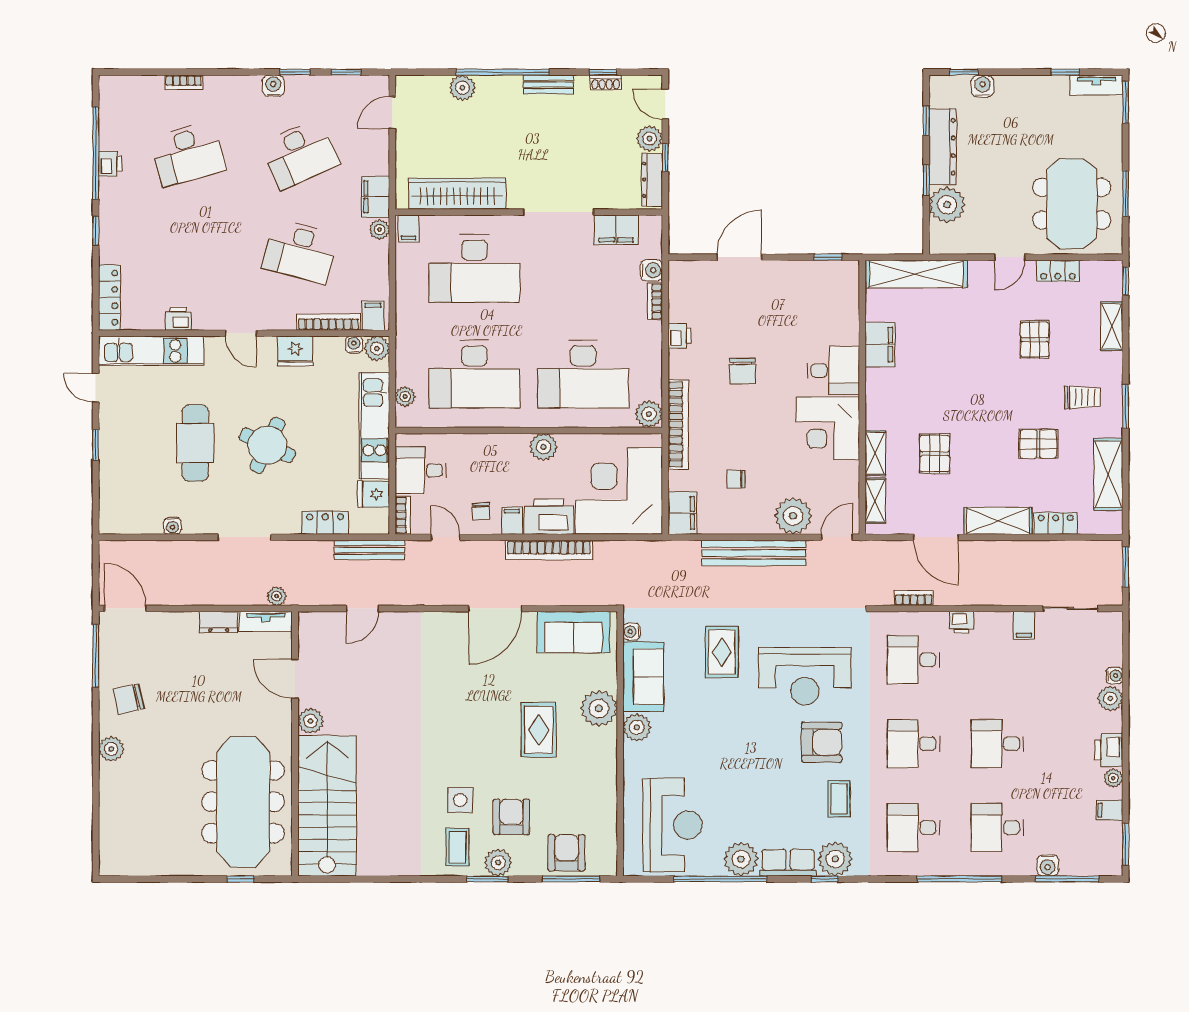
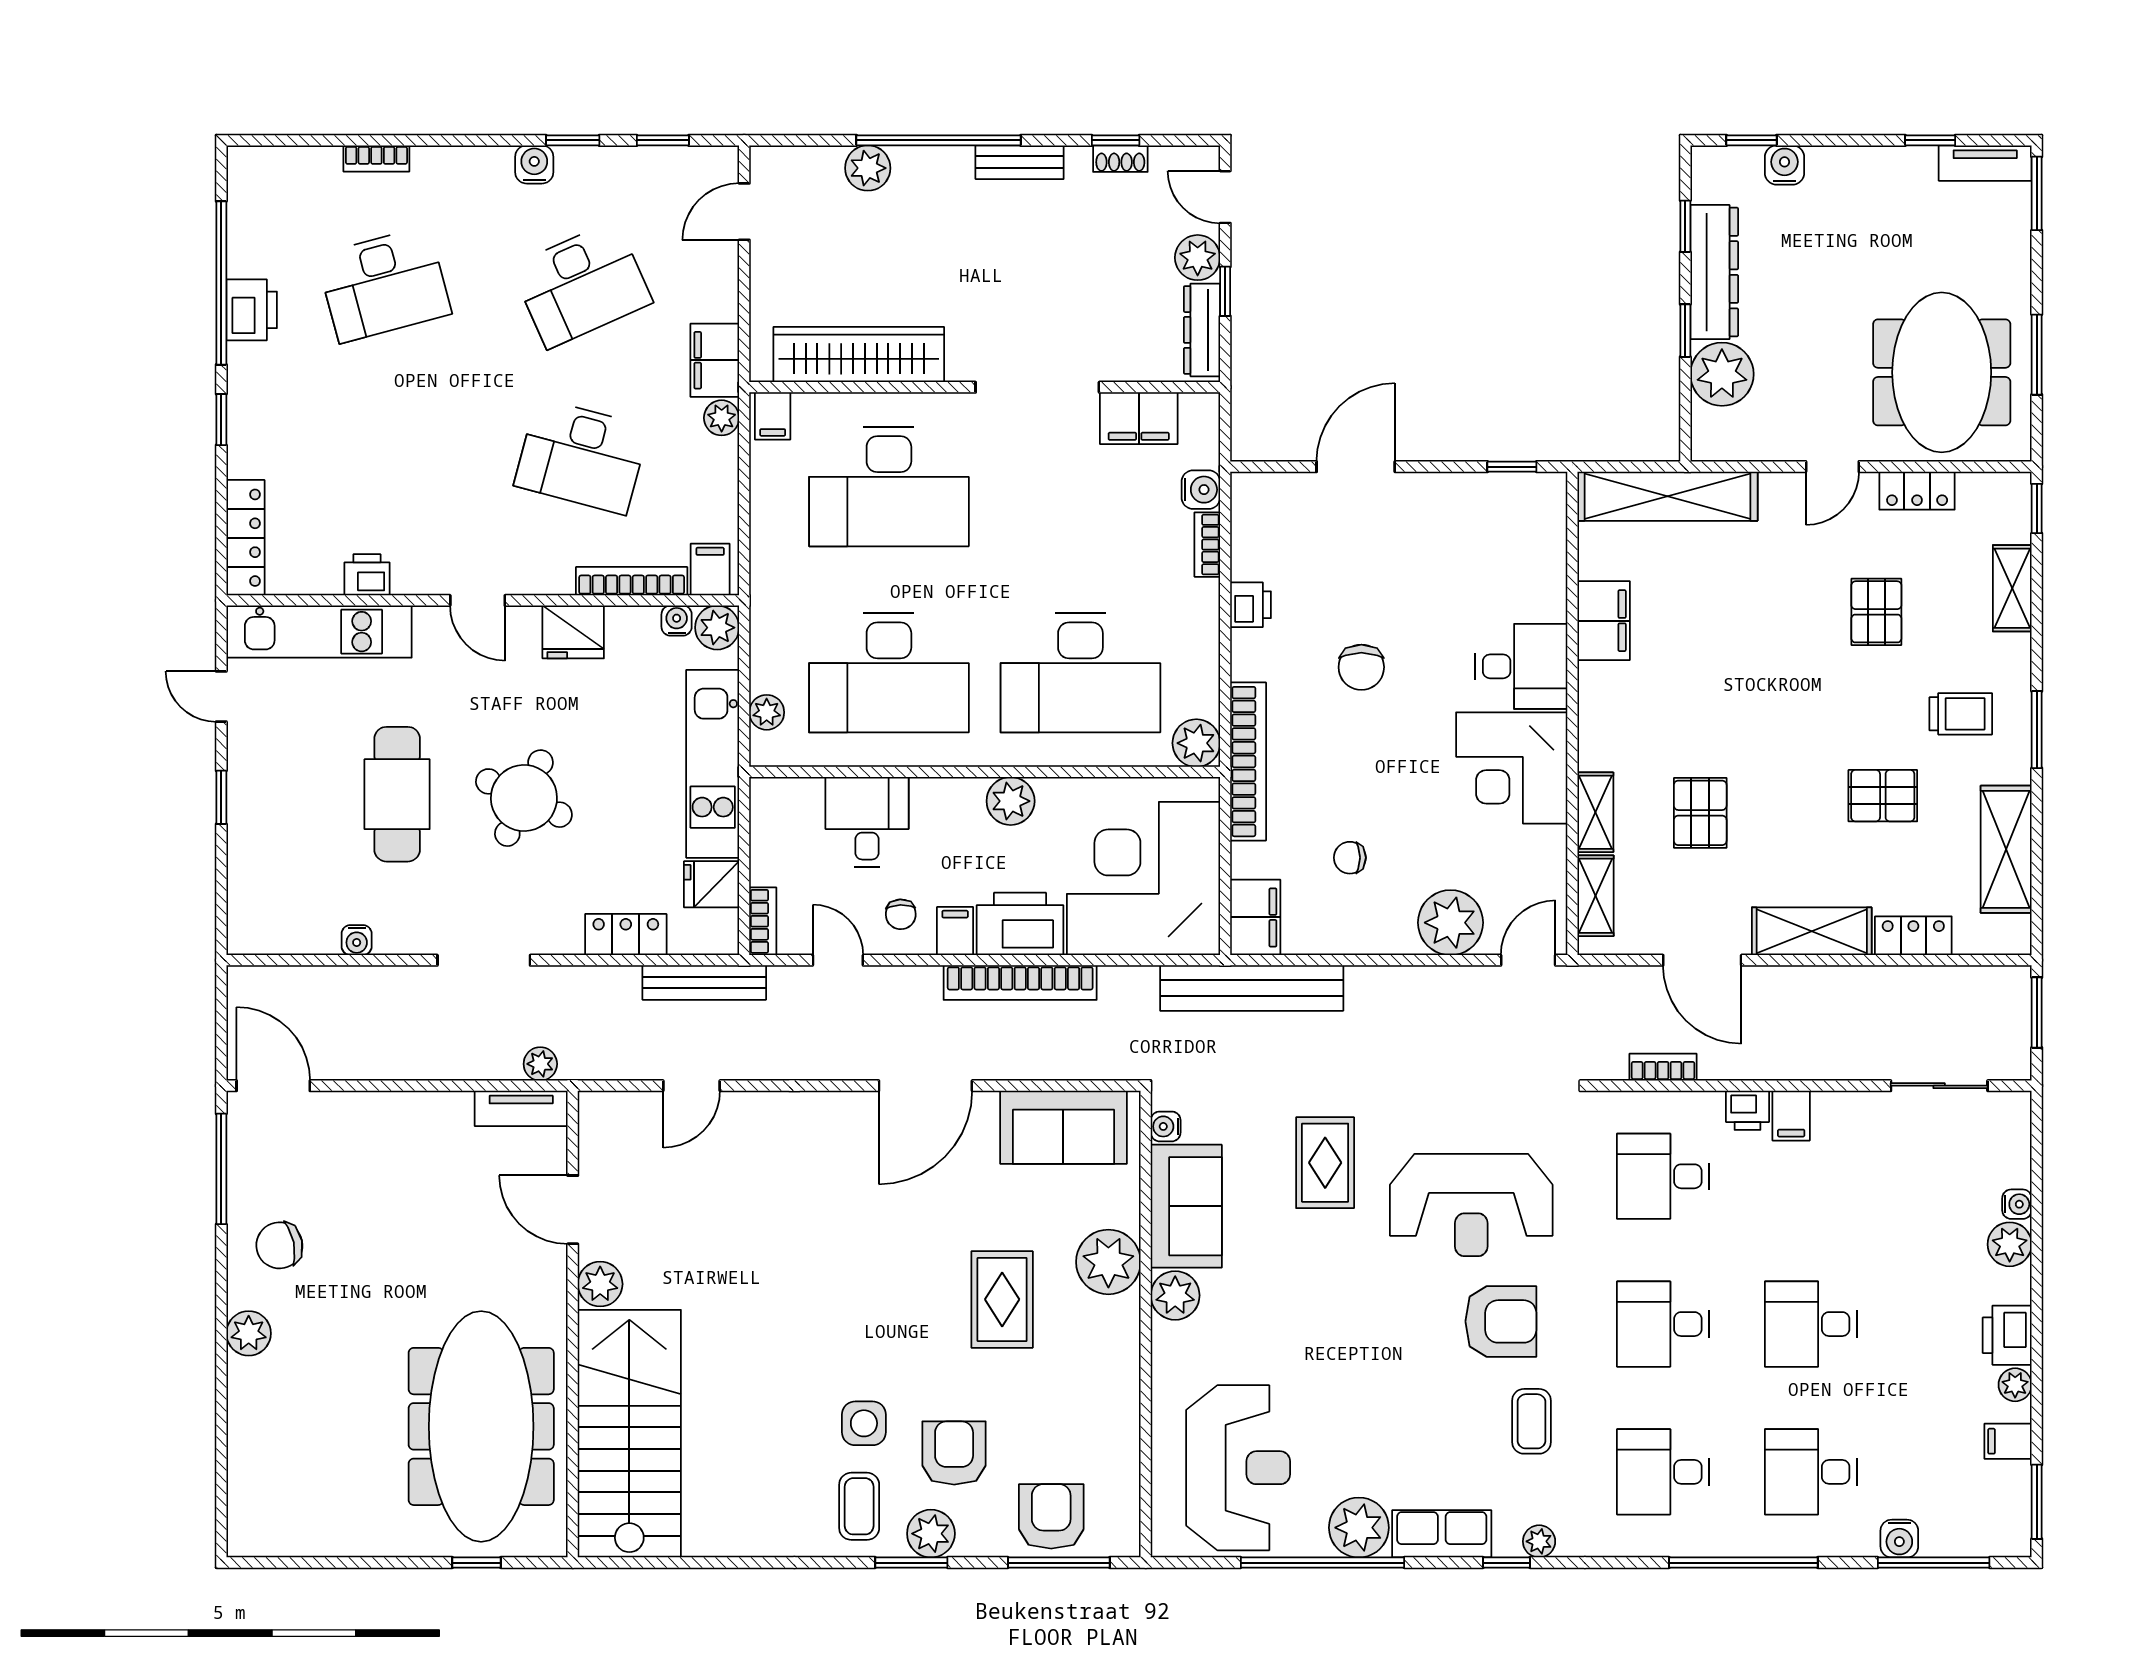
printer: (110, 164) -> (252, 310), width x1.36, depth x1.24
desk: (421, 470) -> (867, 822), moved, turned 90
bench: (754, 553) -> (1252, 988), moved
dresser: (219, 622) -> (438, 1109), removed
filing cabinet: (1024, 625) -> (1791, 1116), moved
plant: (835, 859) -> (1539, 1541), width x0.53, depth x0.53

